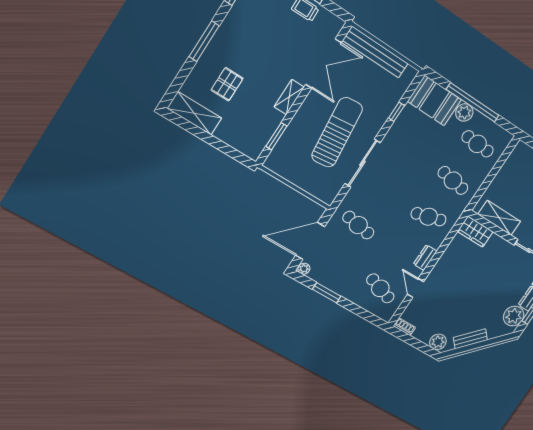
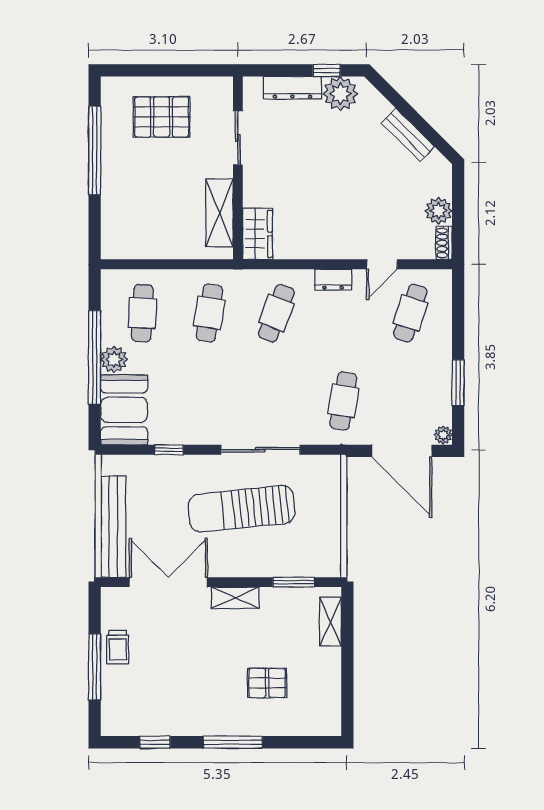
shelving: (194, 113) -> (330, 622), moved, width x0.67, depth x0.75
cafe table: (429, 217) -> (276, 313), turned 36
plant: (438, 342) -> (439, 211), moved

